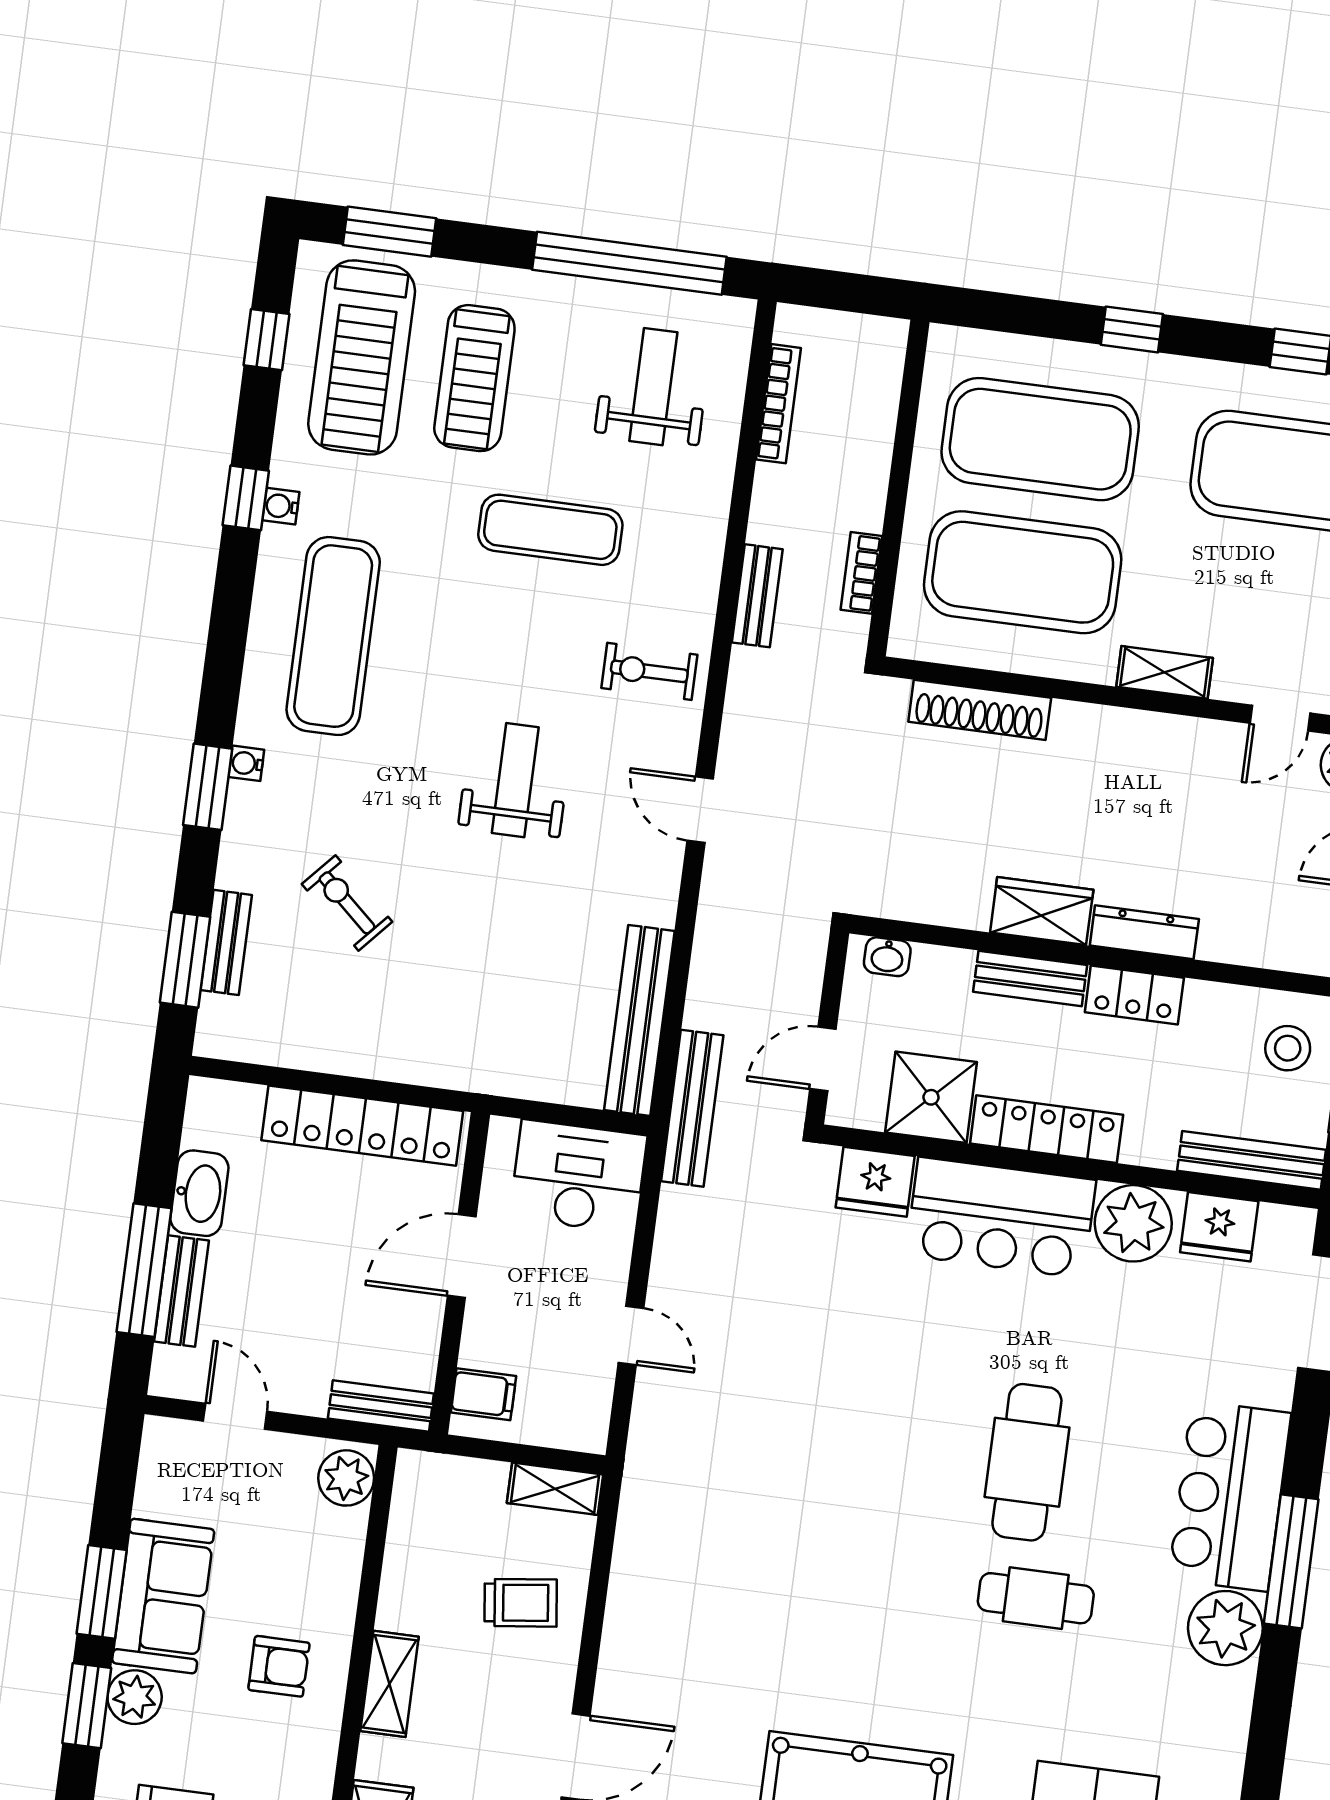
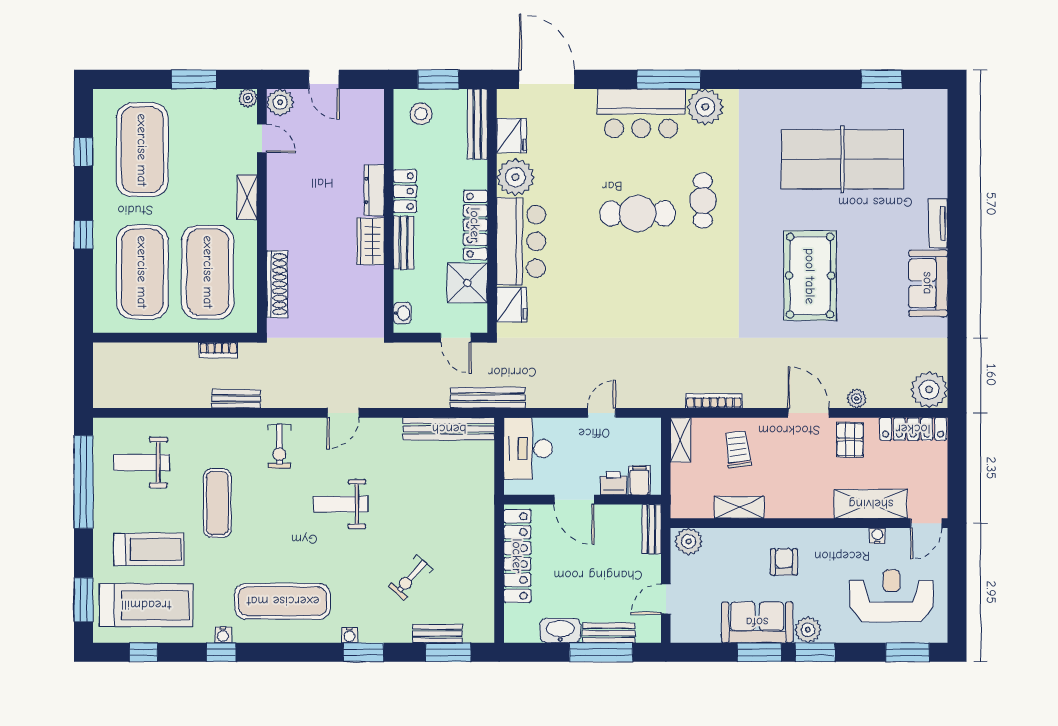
bookcase: (778, 404) -> (714, 401), moved
printer: (485, 1341) -> (613, 483), added
shelving: (389, 1684) -> (739, 507), moved

